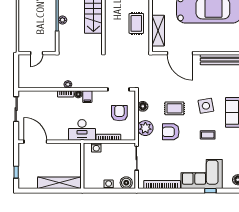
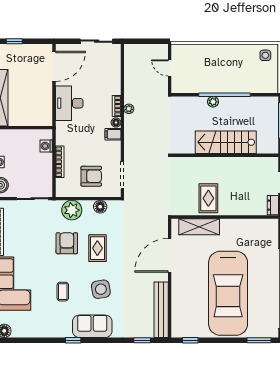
rug: (136, 23) -> (208, 198), turned 90
desk: (82, 130) -> (69, 103), moved

